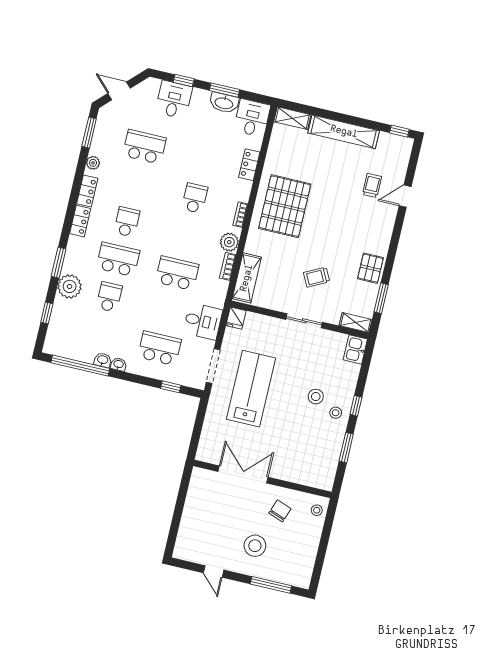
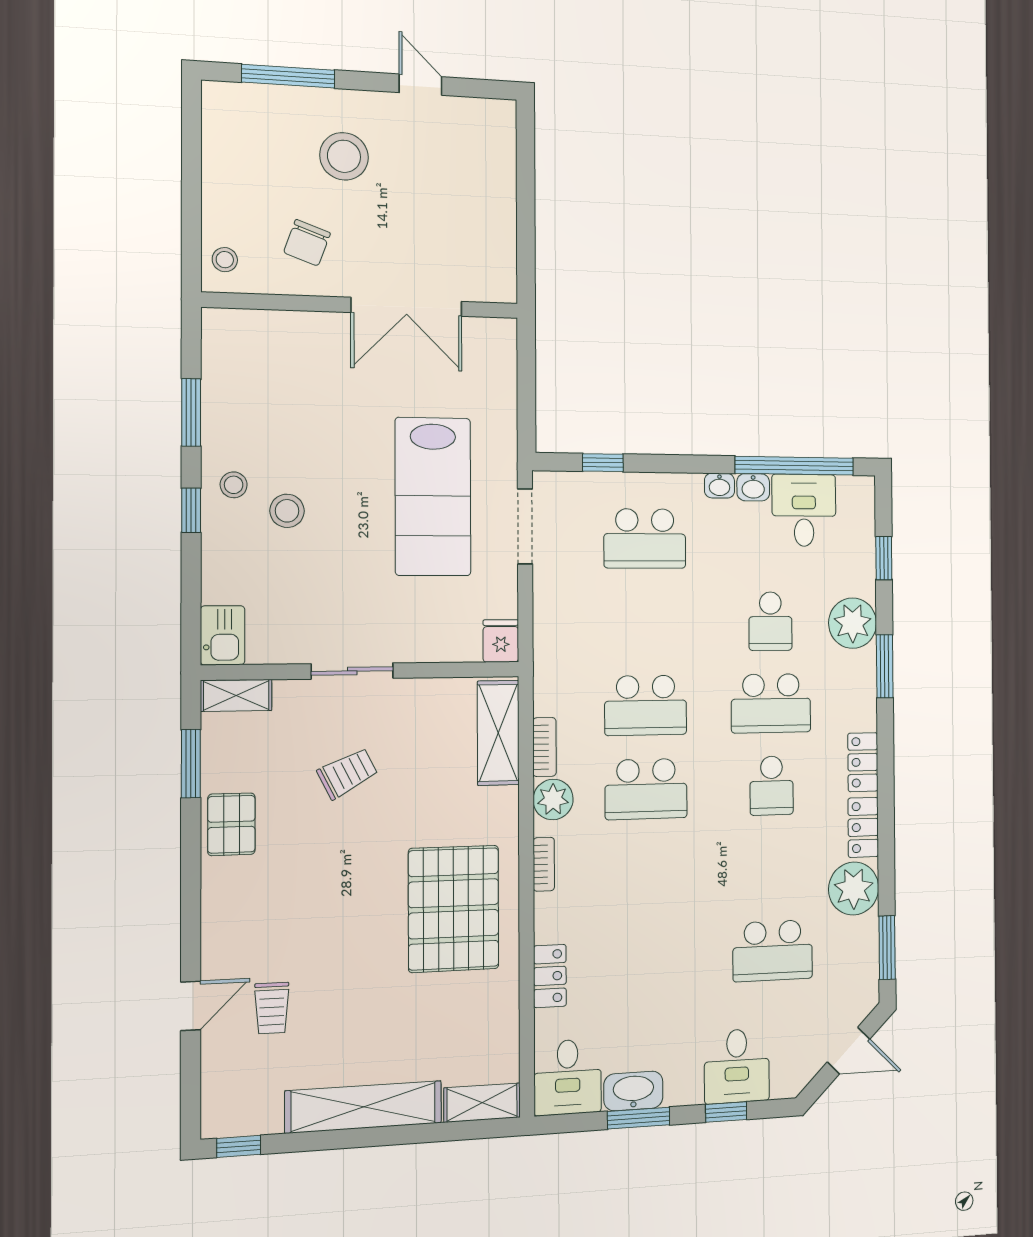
plant: (93, 163) -> (854, 888), width x1.88, depth x1.88
school desk: (195, 198) -> (646, 789), moved, width x1.85
desk: (203, 321) -> (804, 510), moved, turned 90

